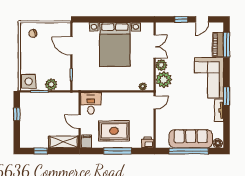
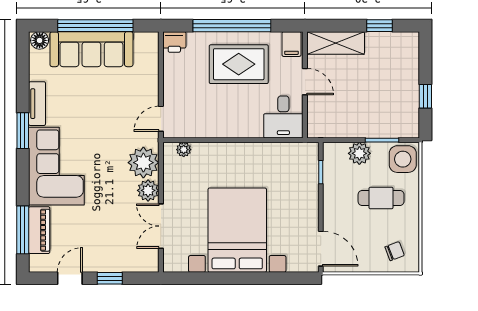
door: (71, 46) -> (321, 249), moved
cafe table: (40, 61) -> (381, 198), added
window: (118, 151) -> (232, 26), width x1.46

